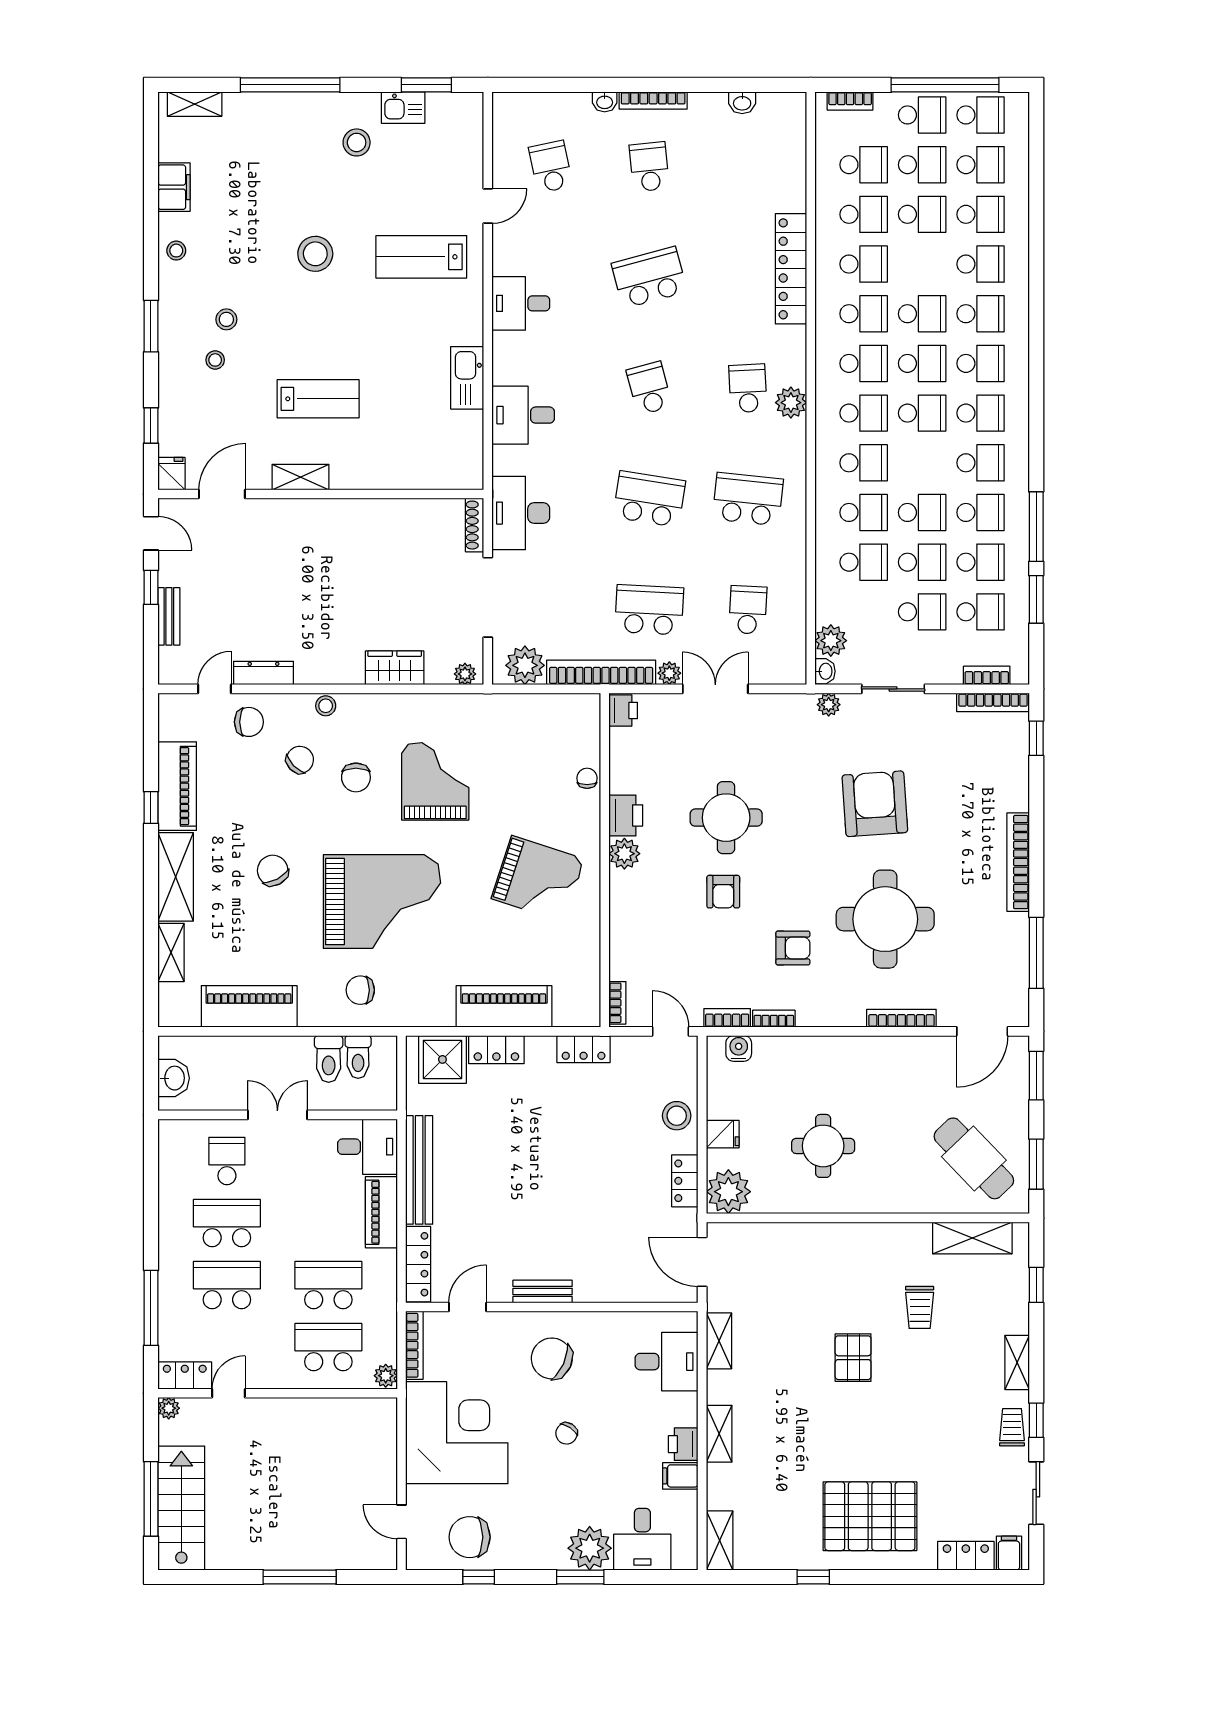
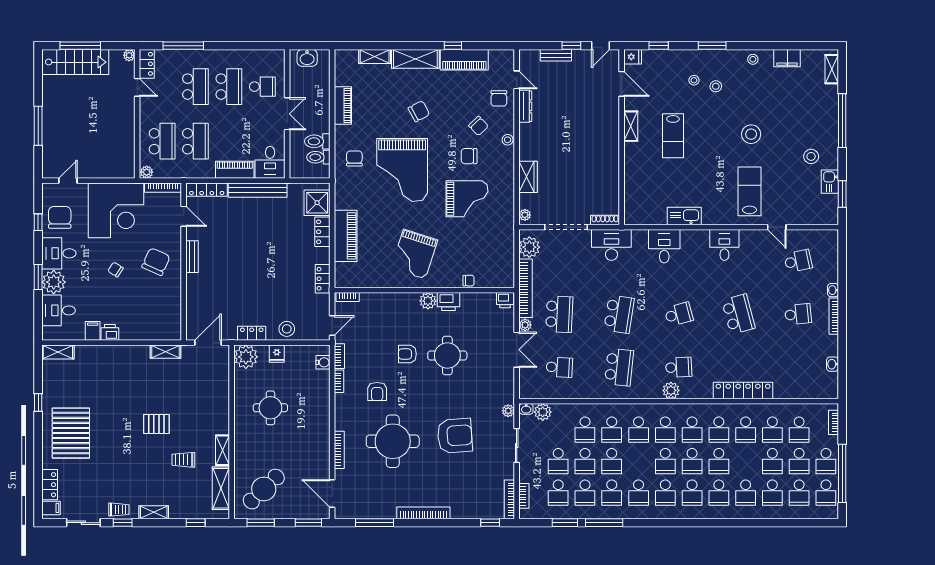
piano: (249, 1006) -> (343, 106), width x0.73, depth x0.75
desk: (667, 1362) -> (59, 253), moved, turned 90
shelving: (719, 1434) -> (223, 450), moved, turned 90

